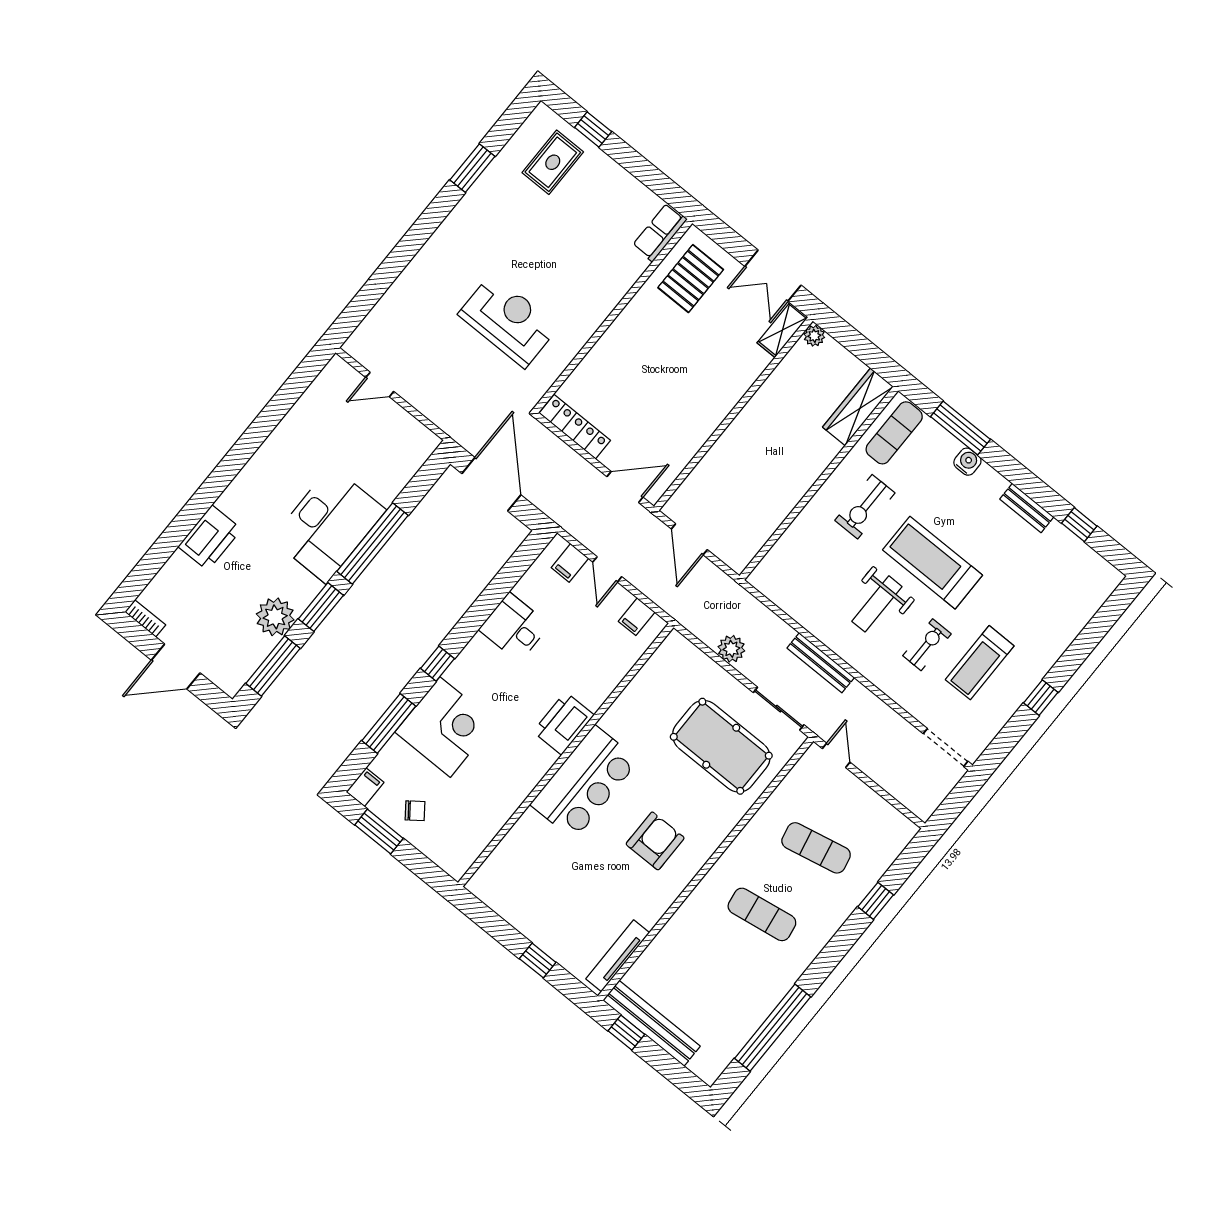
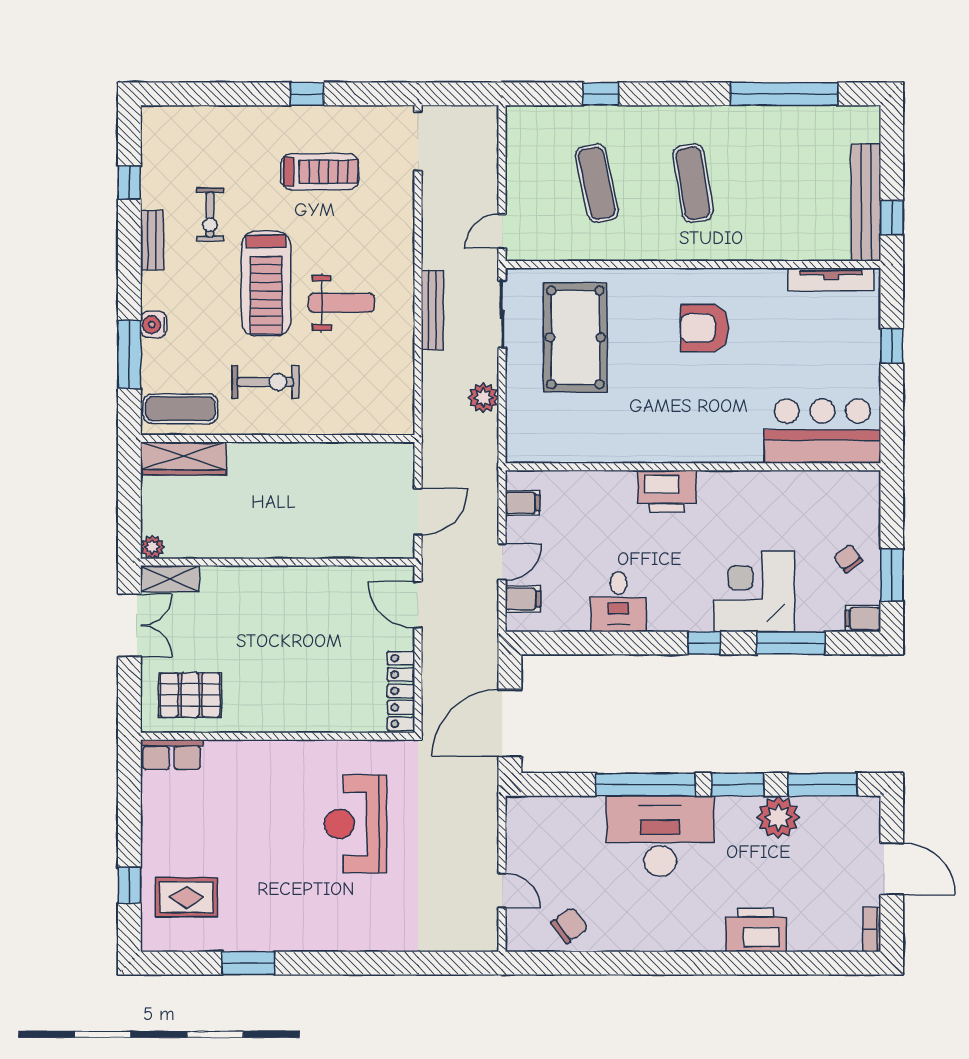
chair: (318, 412) -> (569, 925), added
exercise bike: (927, 645) -> (210, 215), moved, turned -90
bar counter: (584, 782) -> (822, 431), moved

